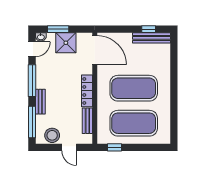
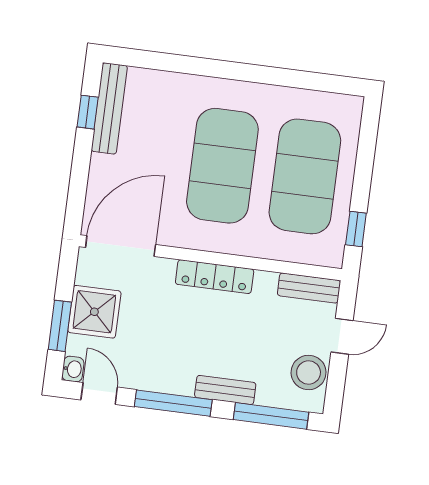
bench: (87, 121) -> (309, 288), moved

